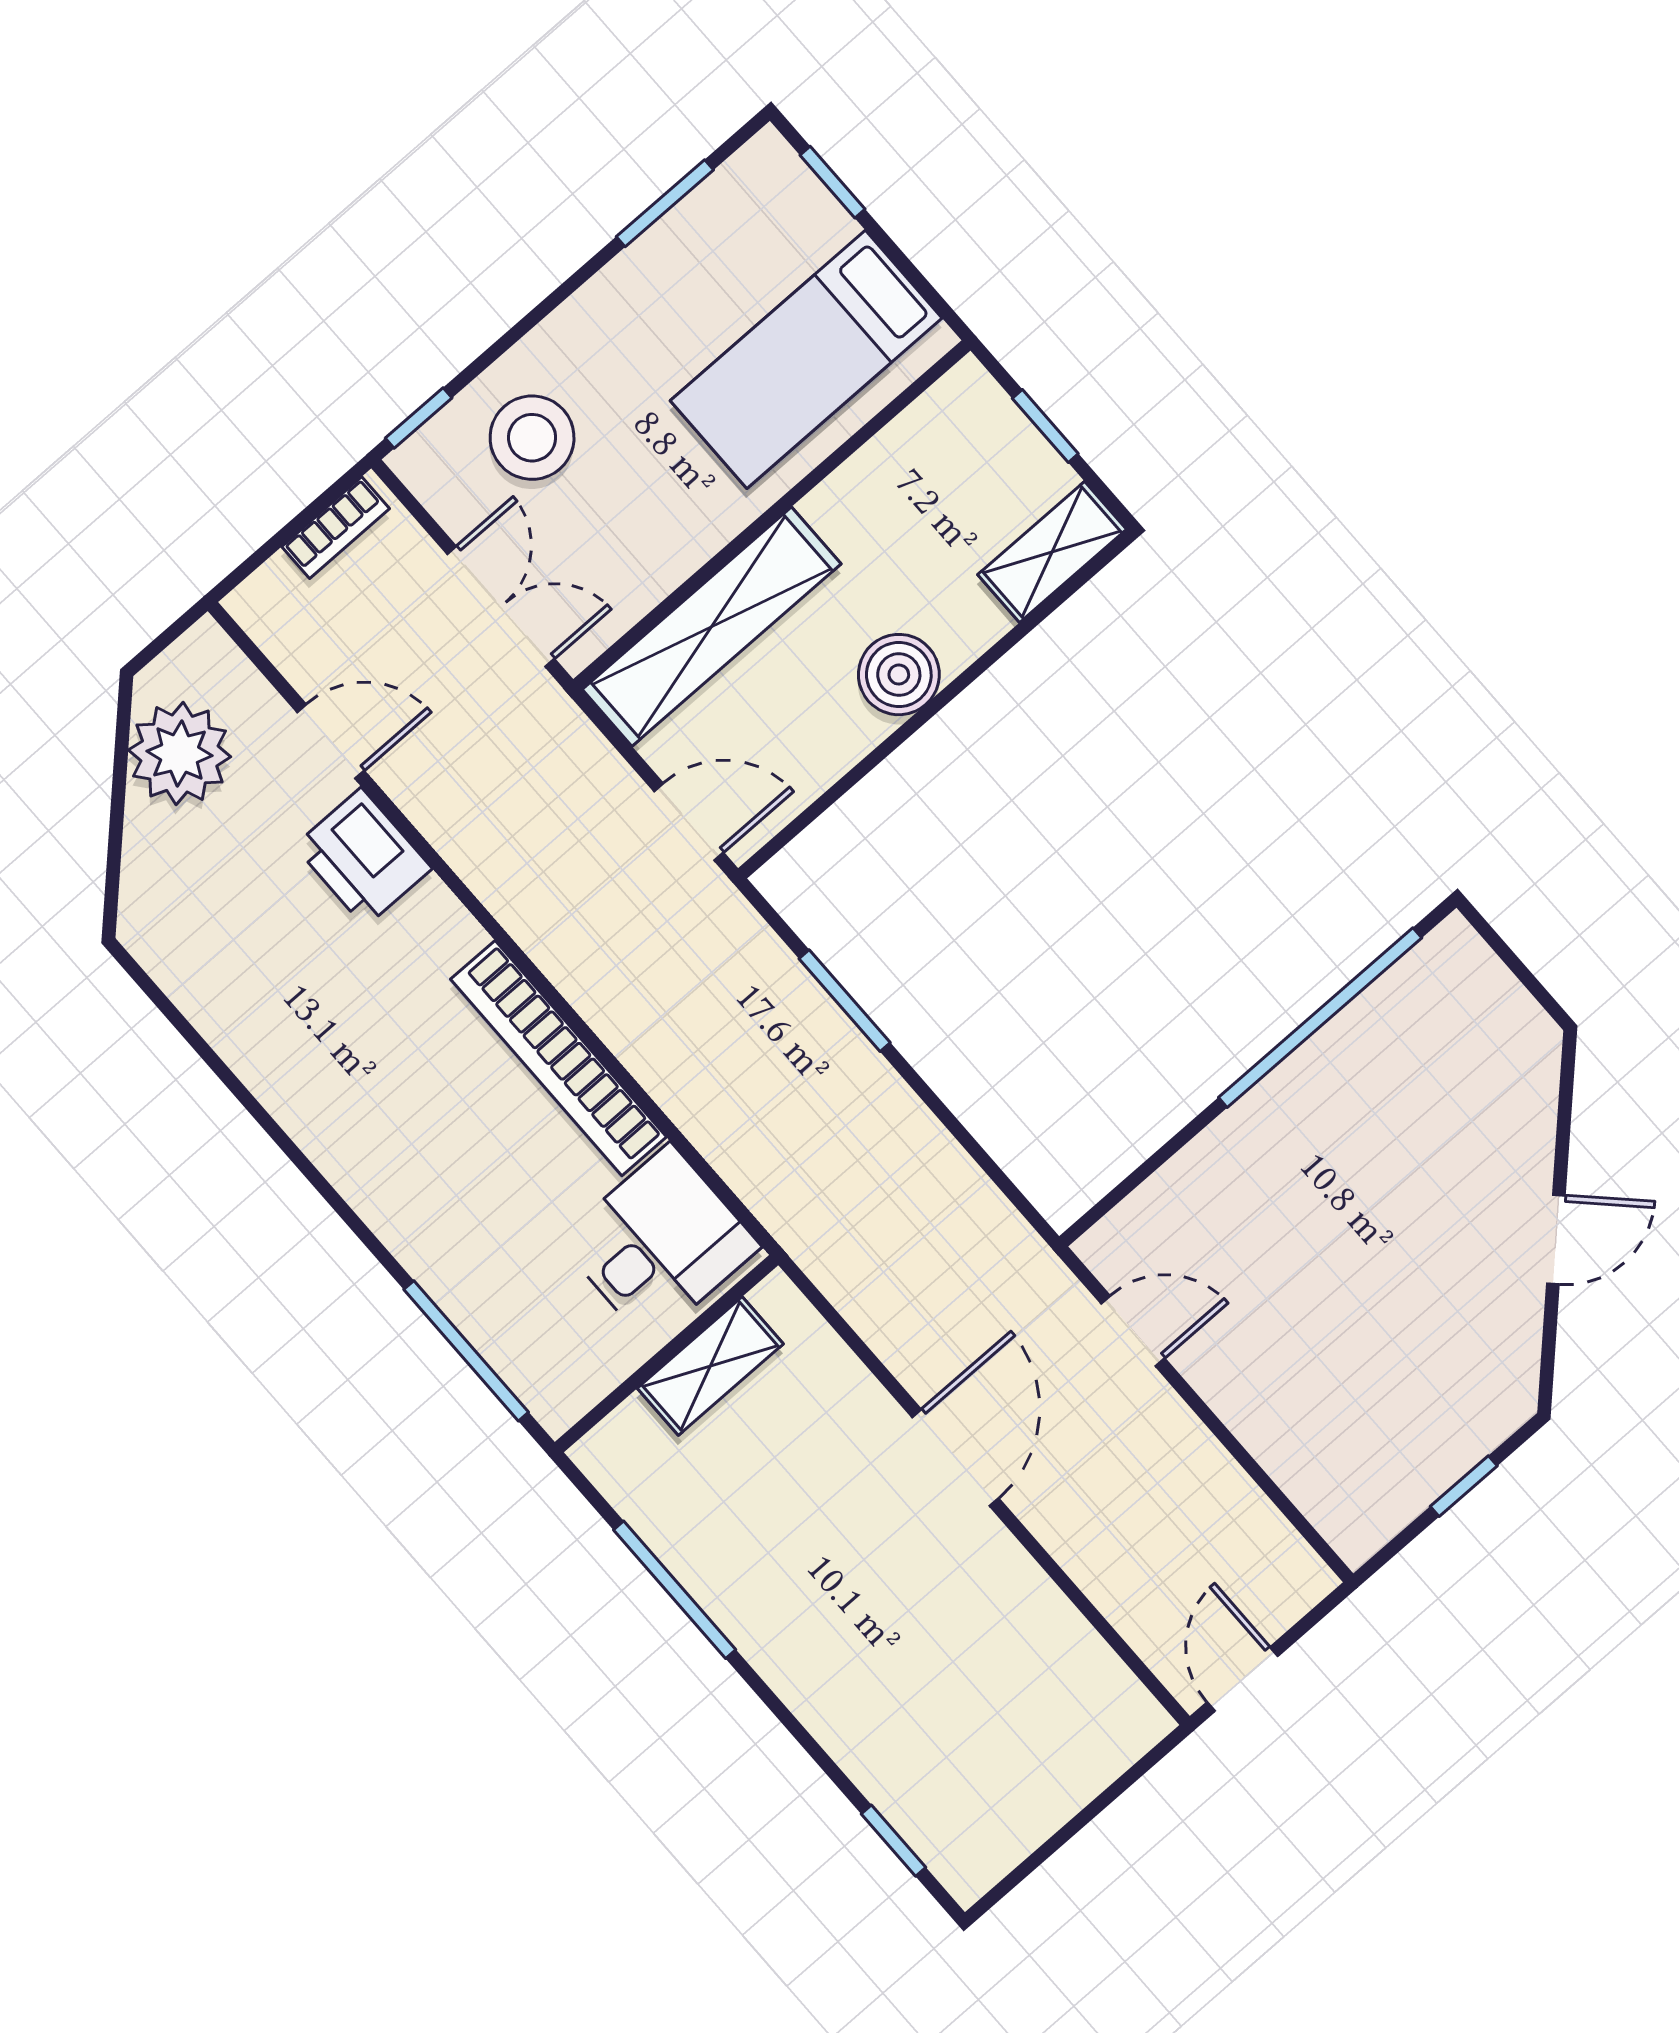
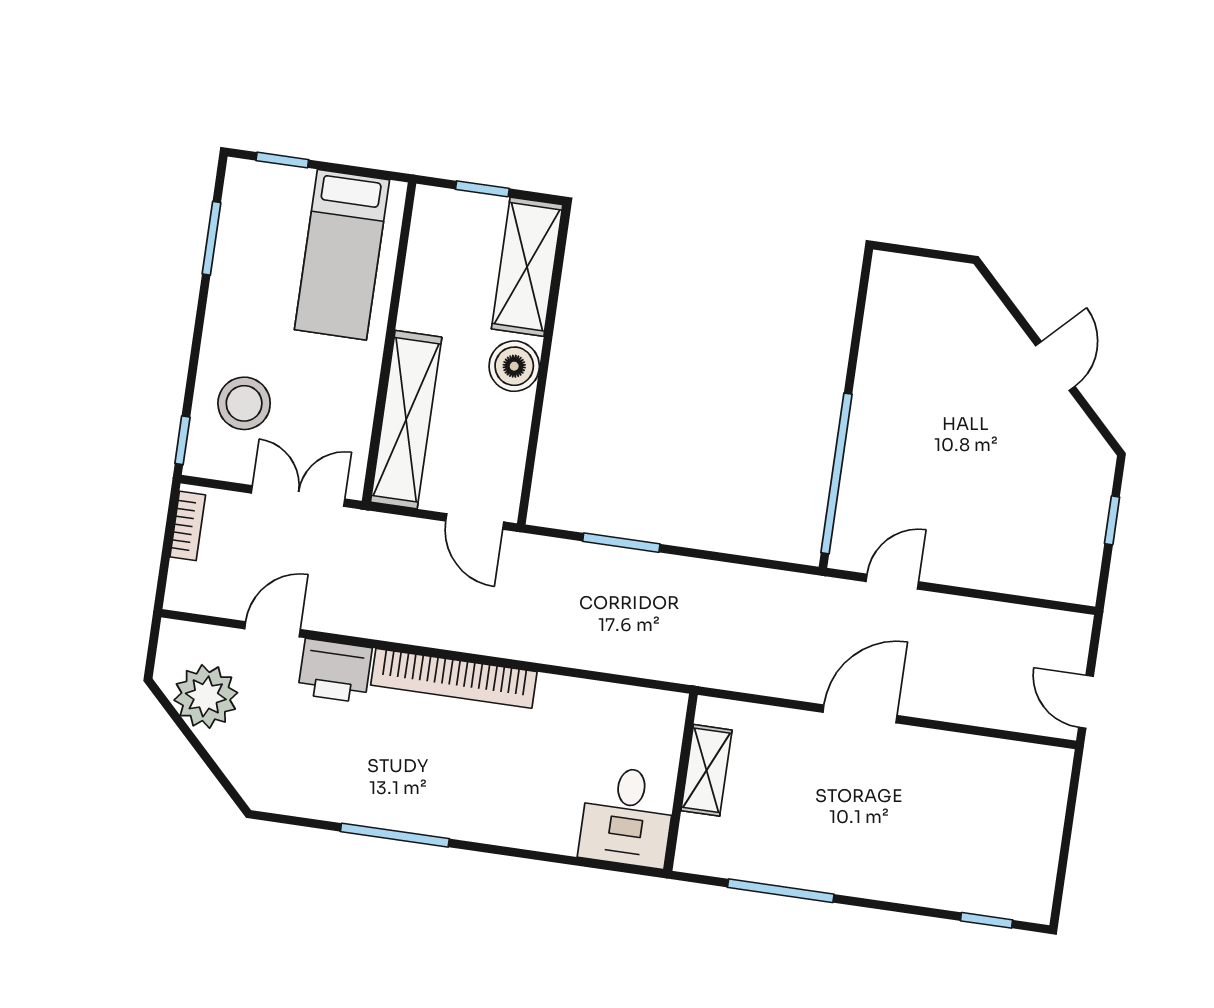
shelving: (1052, 552) -> (527, 267), width x1.50, depth x1.33
door: (689, 822) -> (475, 521), swing flipped
window: (1320, 1018) -> (836, 473), moved
bookcase: (558, 1058) -> (454, 678), moved
desk: (659, 1244) -> (627, 817), moved, turned 180
window: (466, 1351) -> (395, 835), moved
door: (955, 1458) -> (860, 714), hinge flipped

